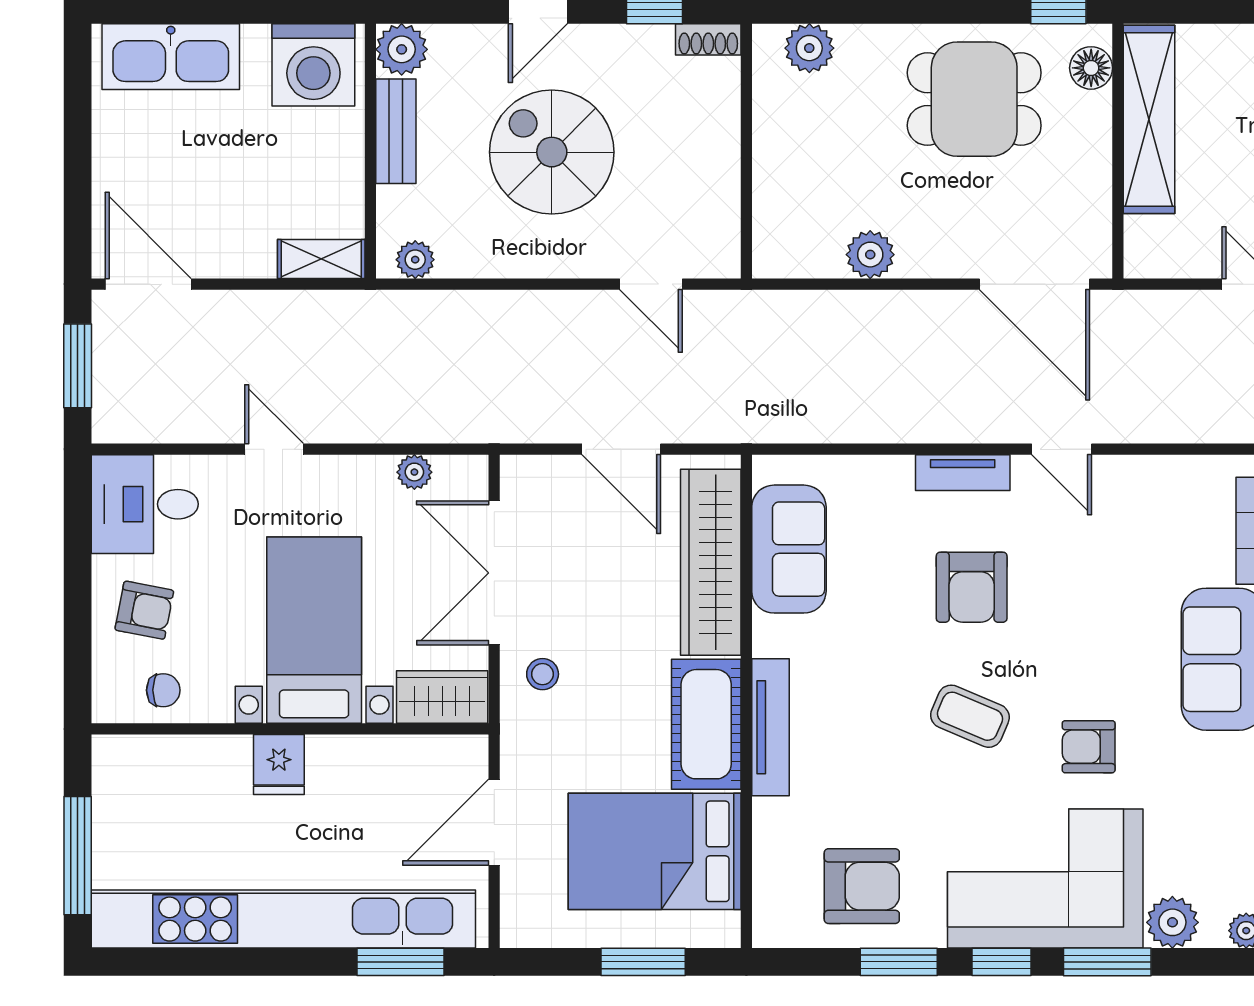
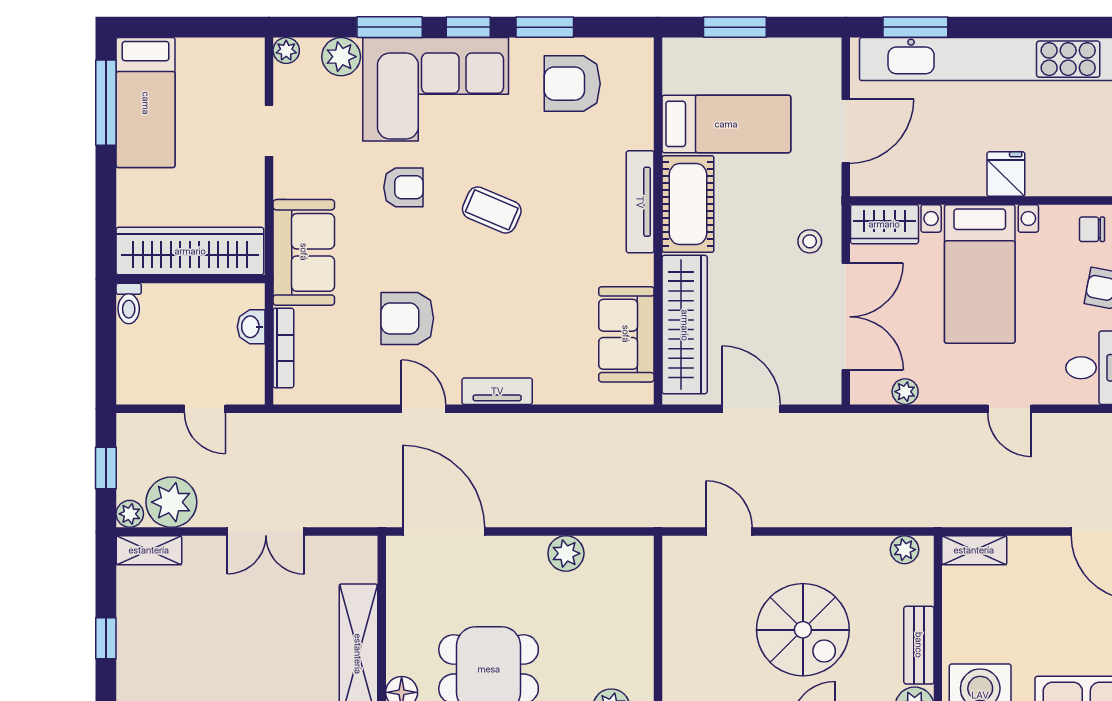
armchair: (972, 587) -> (407, 318), moved, turned -90
bed: (655, 851) -> (726, 124), width x0.67

